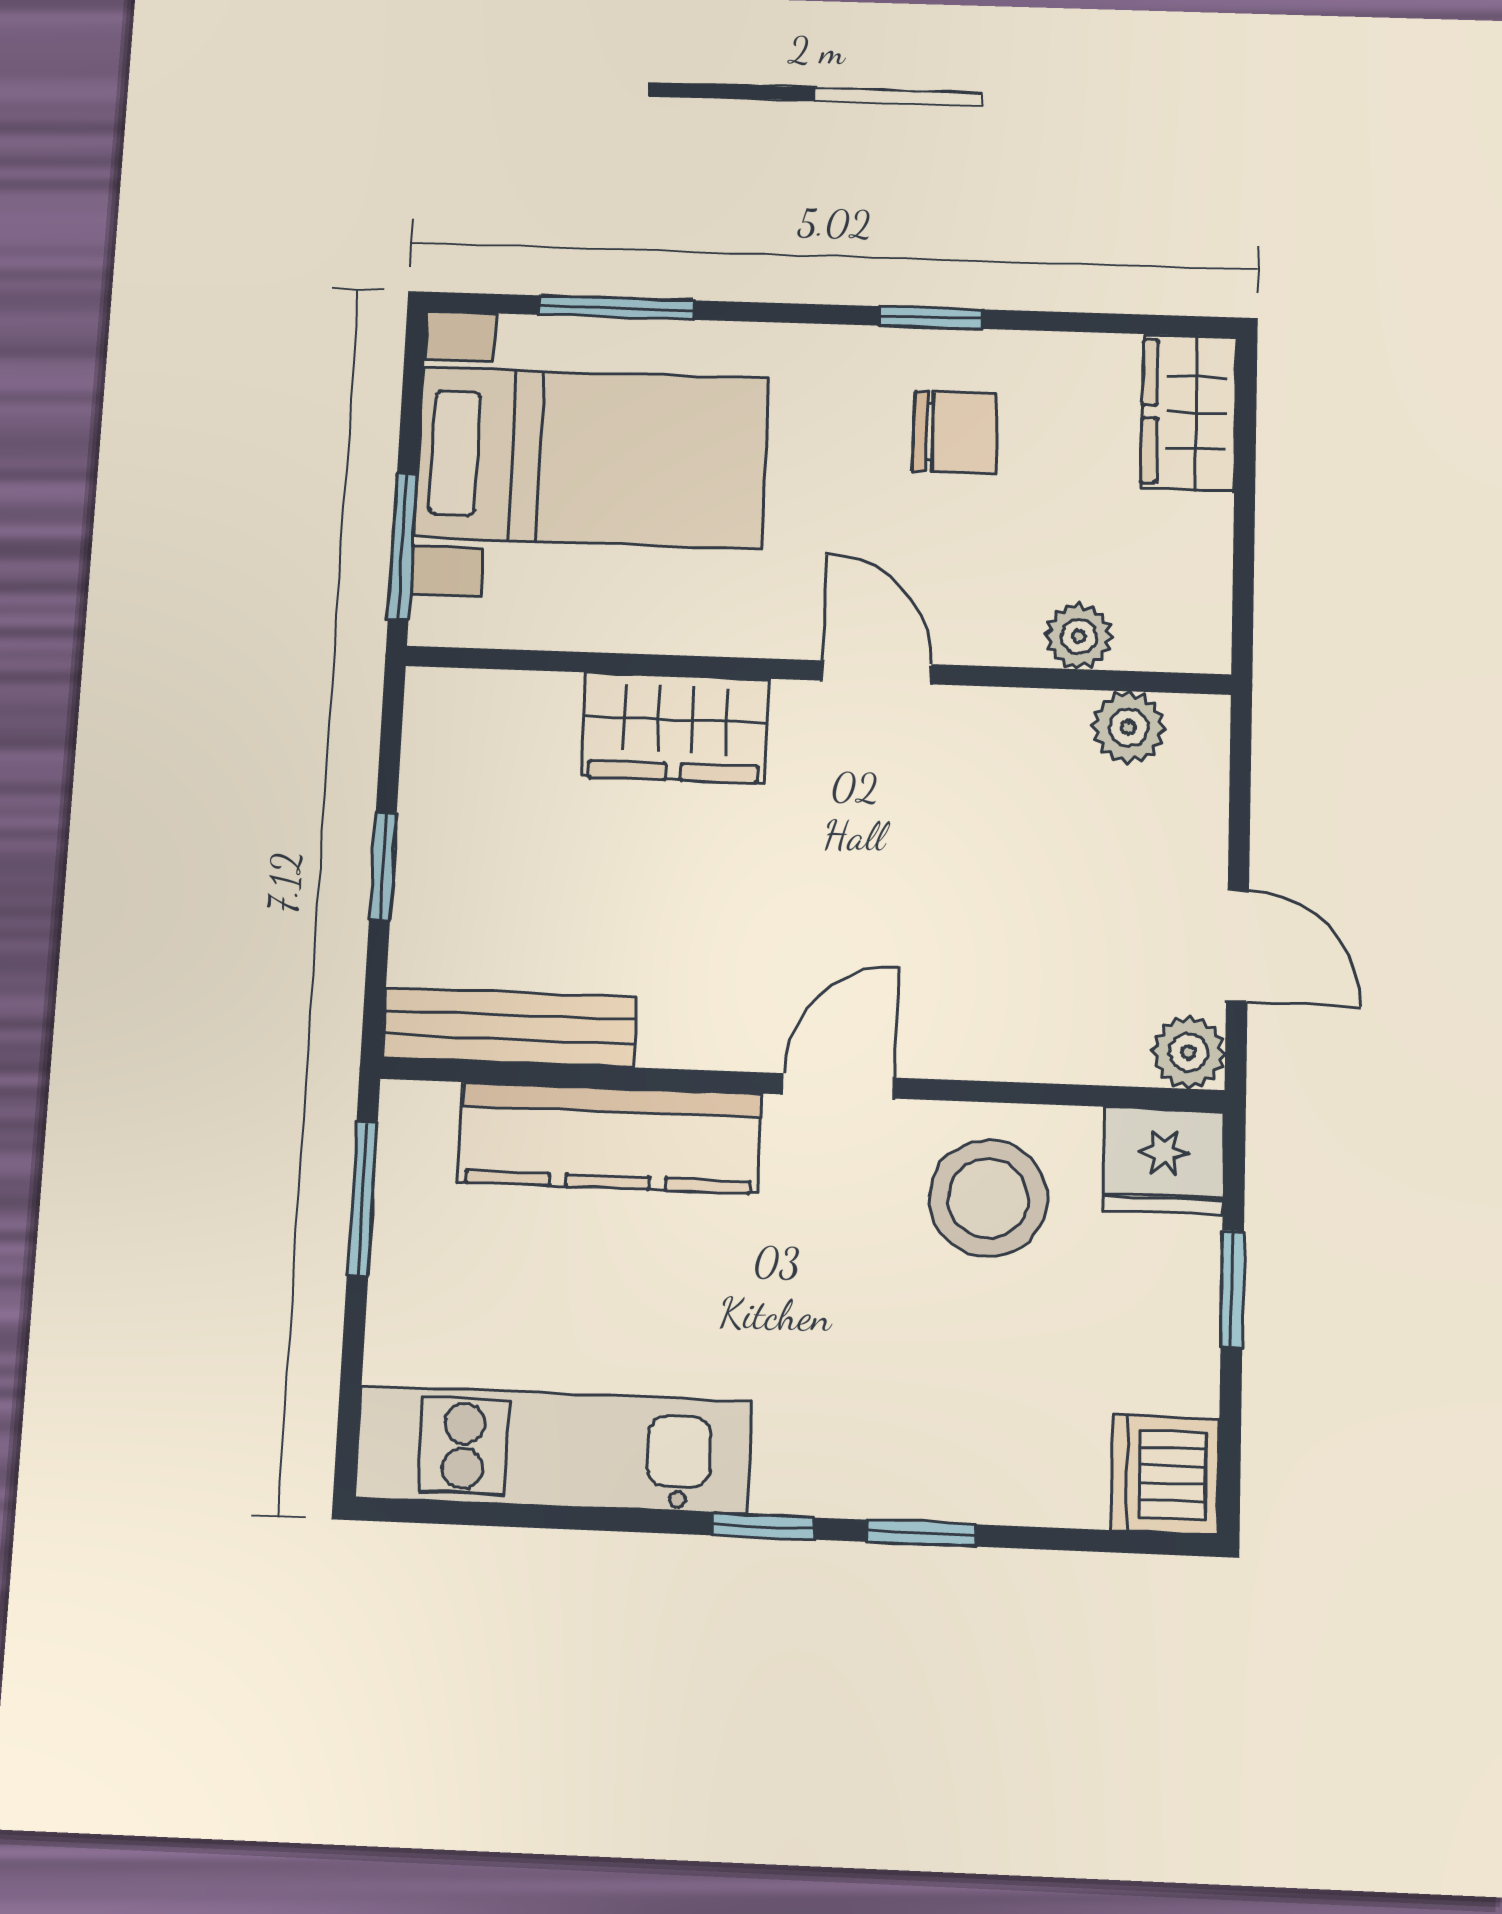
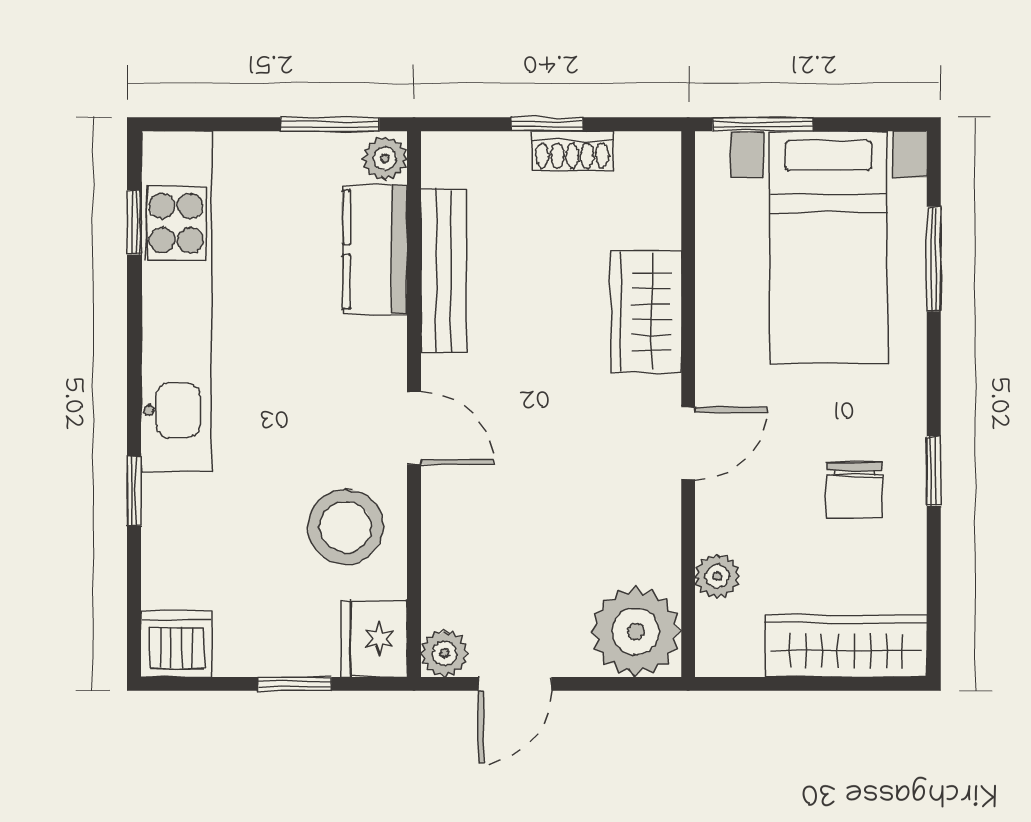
wardrobe: (1189, 413) -> (846, 646), width x1.50
plant: (1129, 727) -> (636, 631), width x1.88, depth x1.88
shoe rack: (426, 829) -> (572, 151), added
bench: (509, 1027) -> (444, 271), moved
plant: (420, 1115) -> (385, 158), added
kitchen counter: (610, 1138) -> (375, 250), width x0.67
kitchen unit: (554, 1450) -> (176, 301), width x1.36
window: (763, 1526) -> (134, 222), moved

